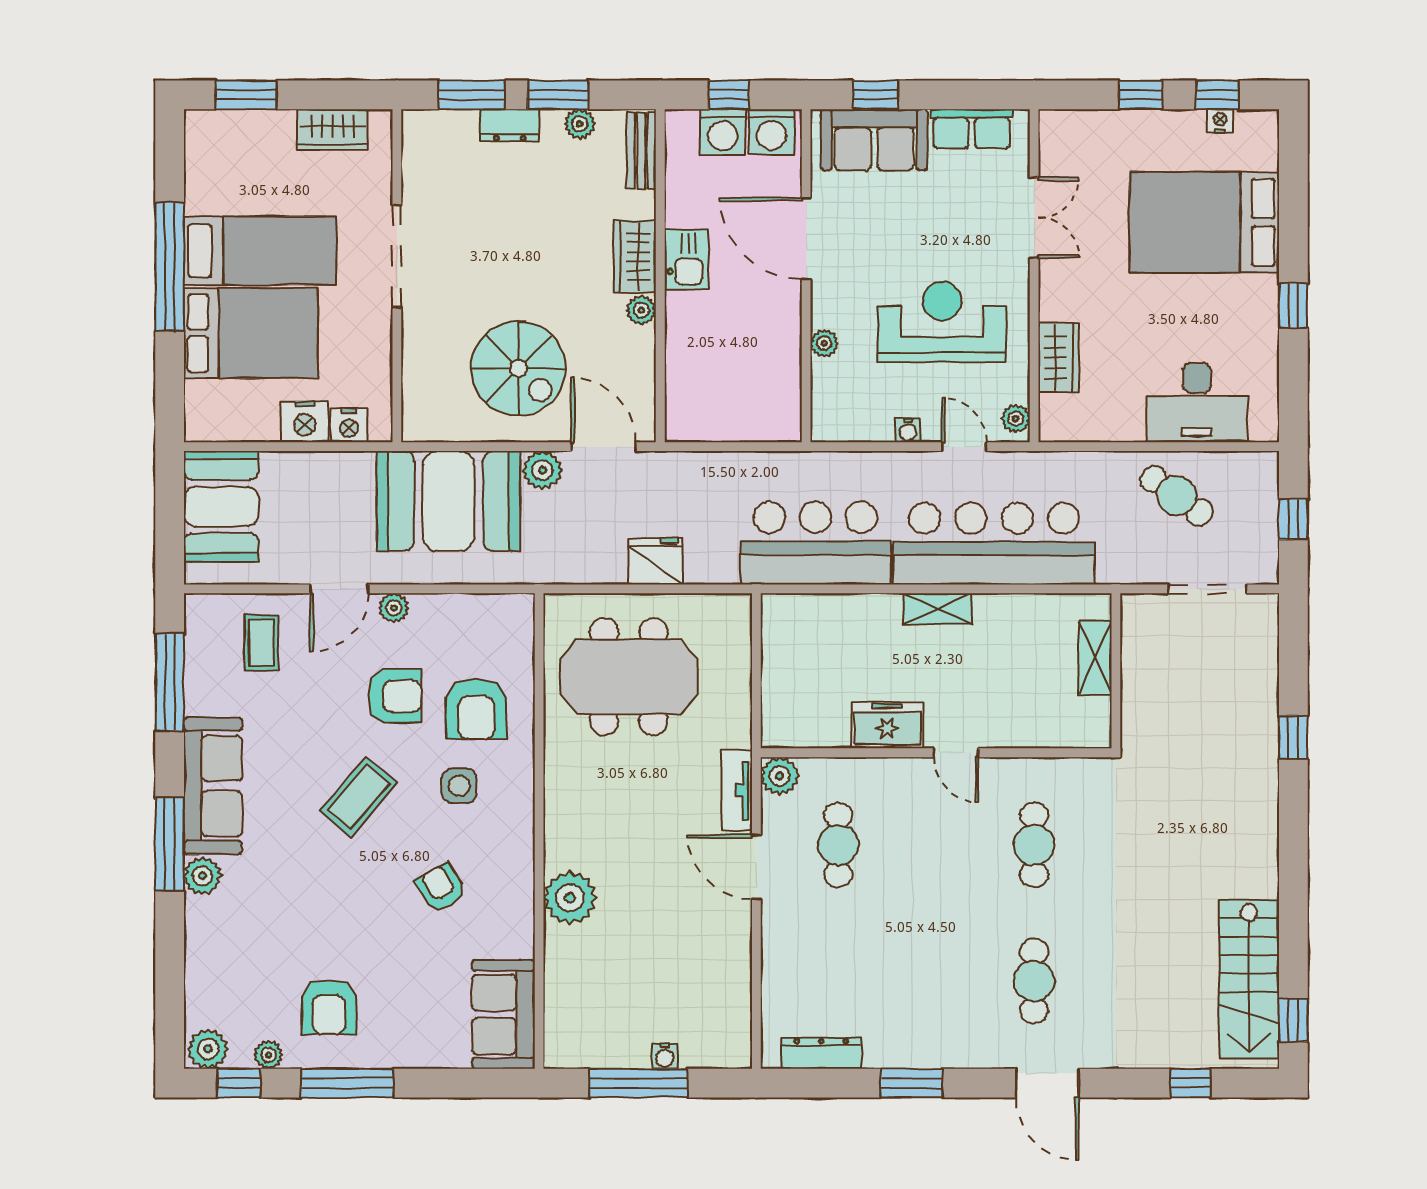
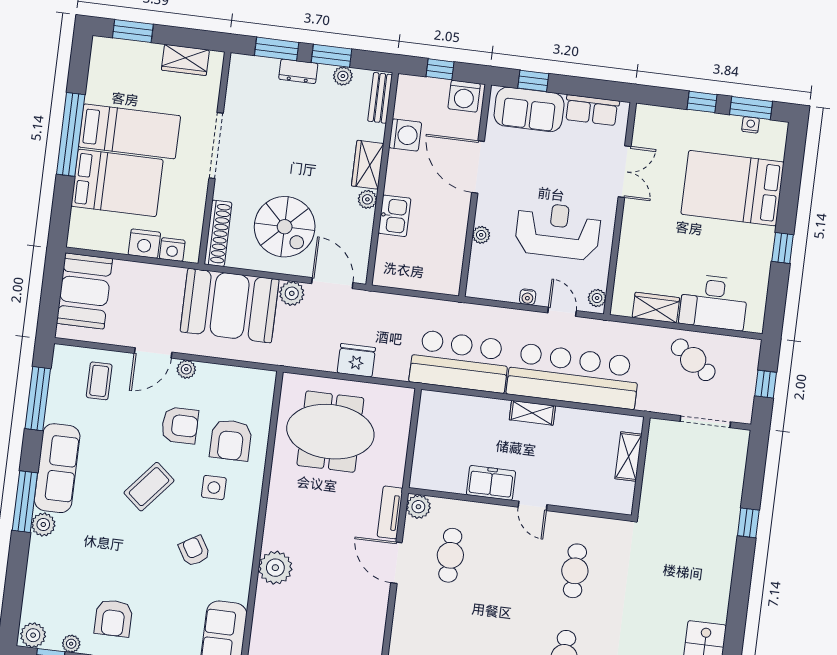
window: (1217, 95) -> (751, 108), width x1.50
washing machine: (723, 132) -> (405, 135), moved, turned -90
kitchen sink: (687, 259) -> (395, 216), moved
wardrobe: (1059, 358) -> (656, 308), moved, turned -90
shoe rack: (417, 391) -> (218, 233), added

